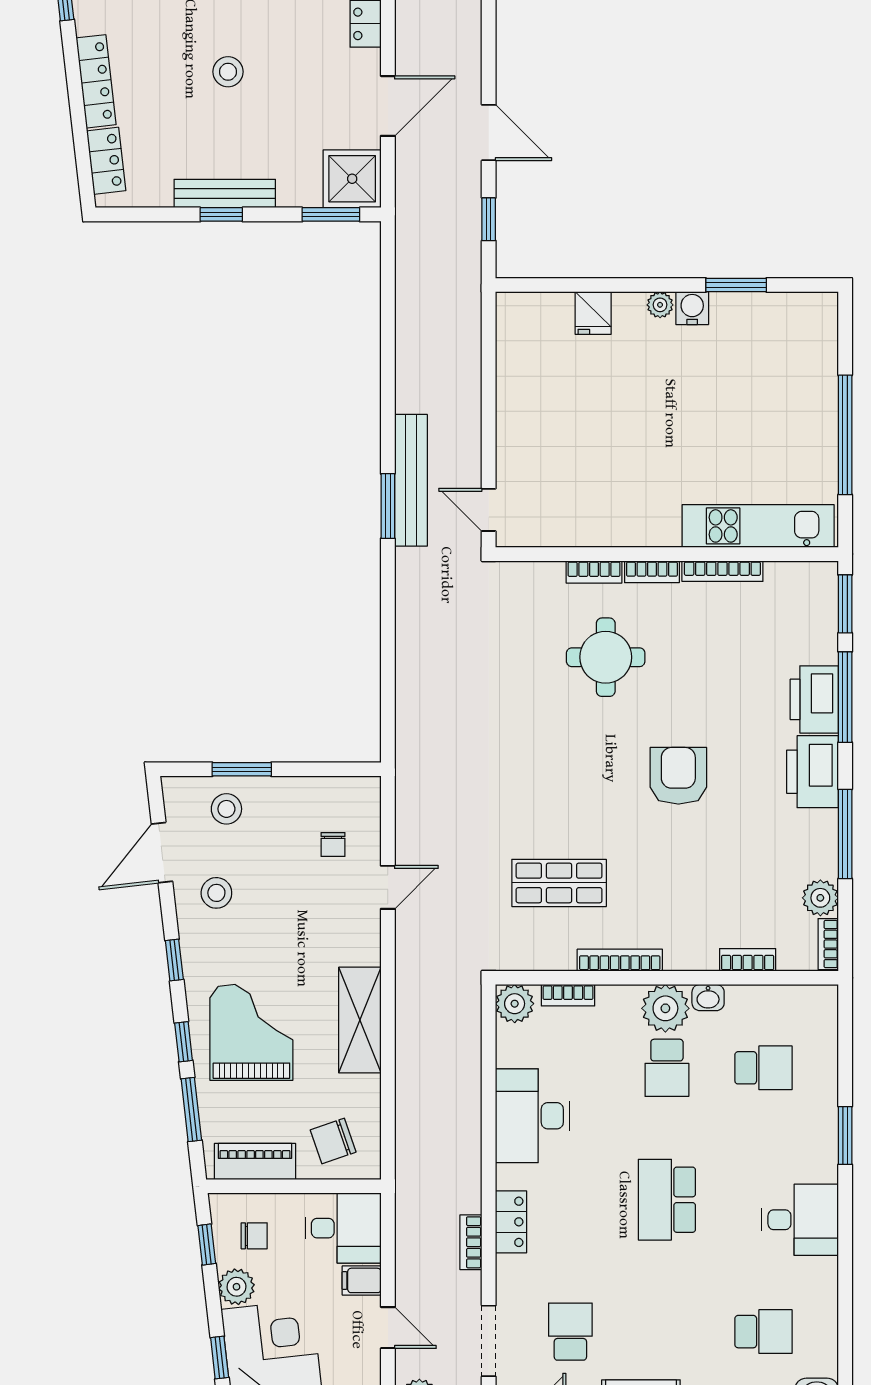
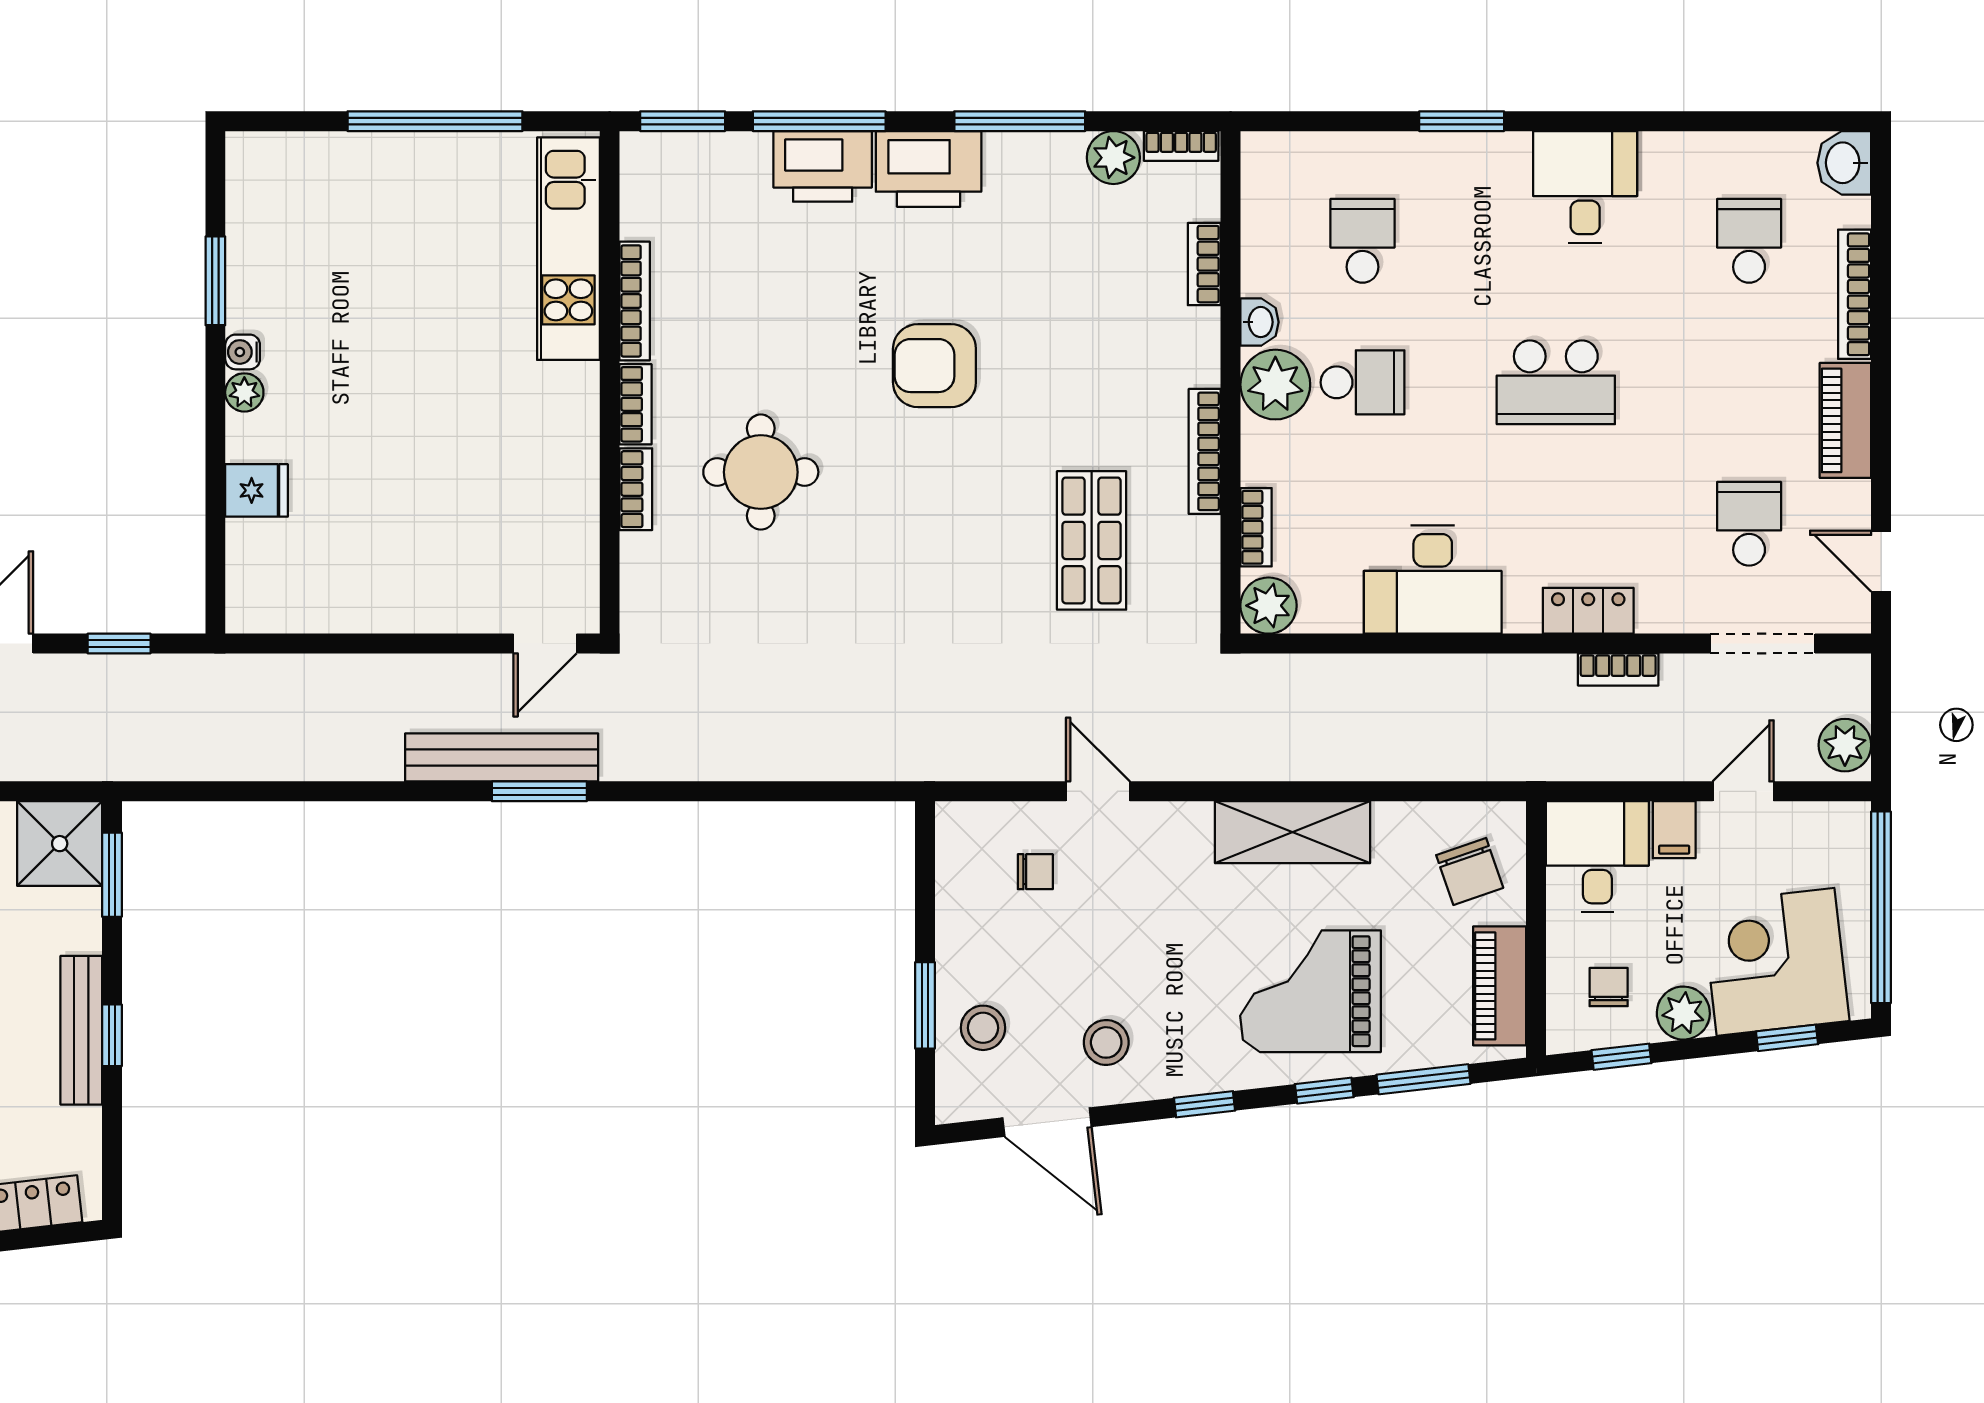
water cooler: (692, 308) -> (243, 352), width x0.72, depth x0.72
school desk: (570, 1332) -> (1749, 524), turned 90

